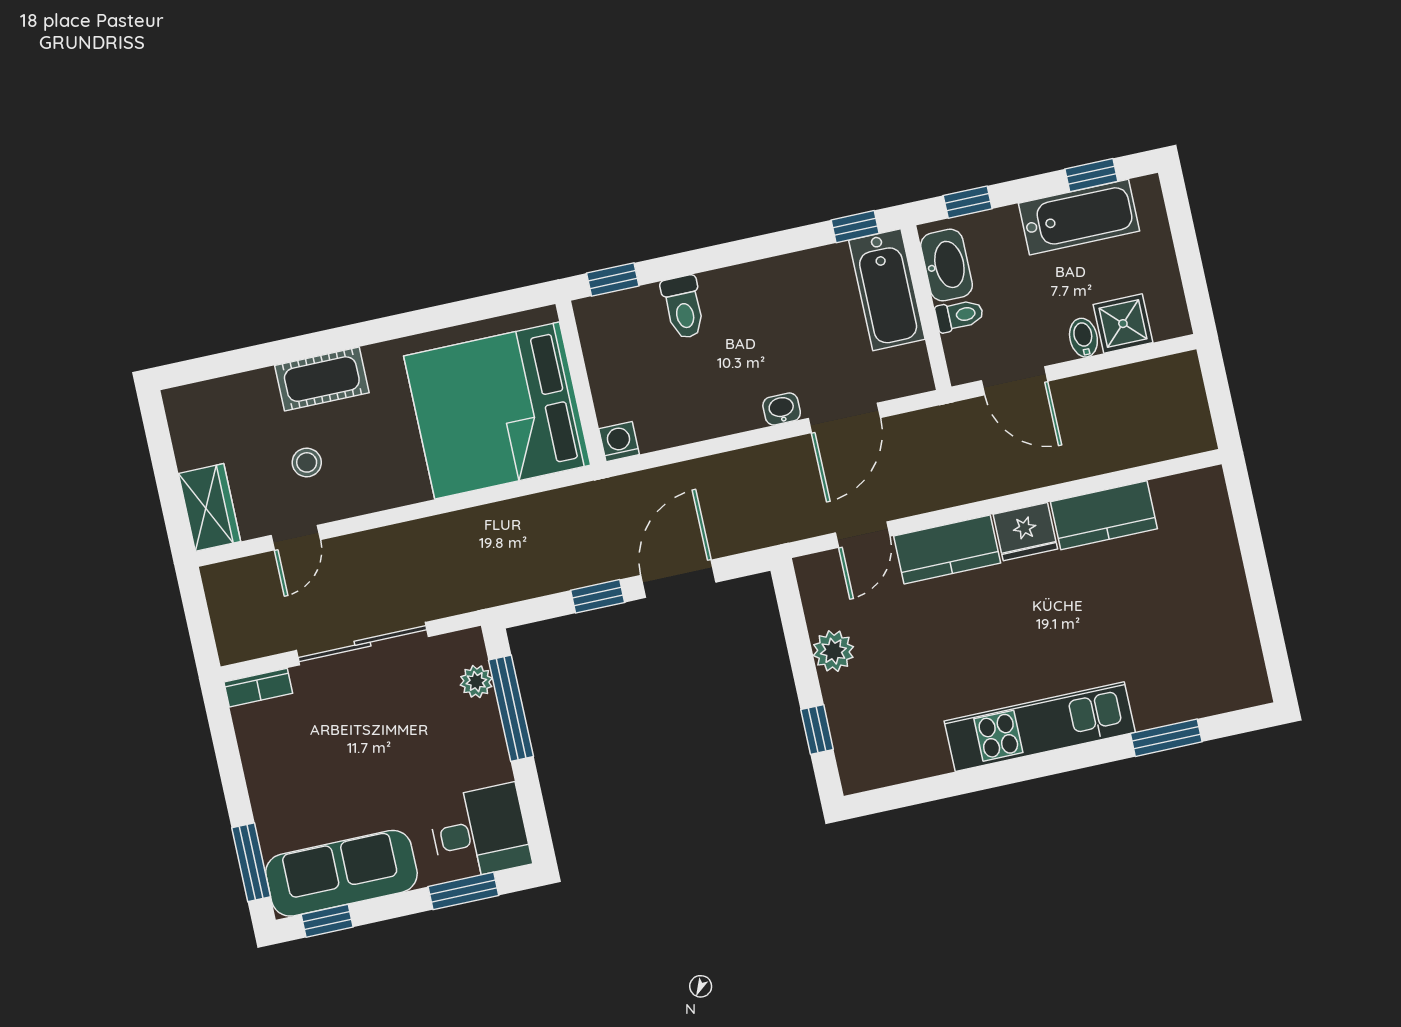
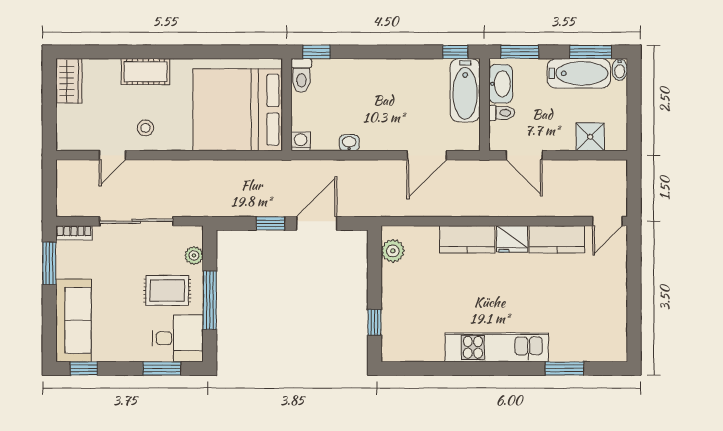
window: (1091, 175) -> (591, 52), width x1.50
window: (968, 202) -> (520, 52), width x1.50
toilet: (683, 307) -> (301, 75), moved
bidet: (1083, 338) -> (620, 70), moved, turned 180
washbasin: (782, 409) -> (349, 143), moved
stool: (307, 462) -> (145, 128), moved
wardrobe: (210, 507) -> (69, 81), moved
door: (863, 535) -> (607, 221), moved
plant: (833, 651) -> (393, 251), moved
window: (511, 708) -> (210, 300), moved
rug: (443, 753) -> (167, 290), added
window: (251, 862) -> (49, 263), moved
sofa: (341, 873) -> (73, 320), moved, turned 90

